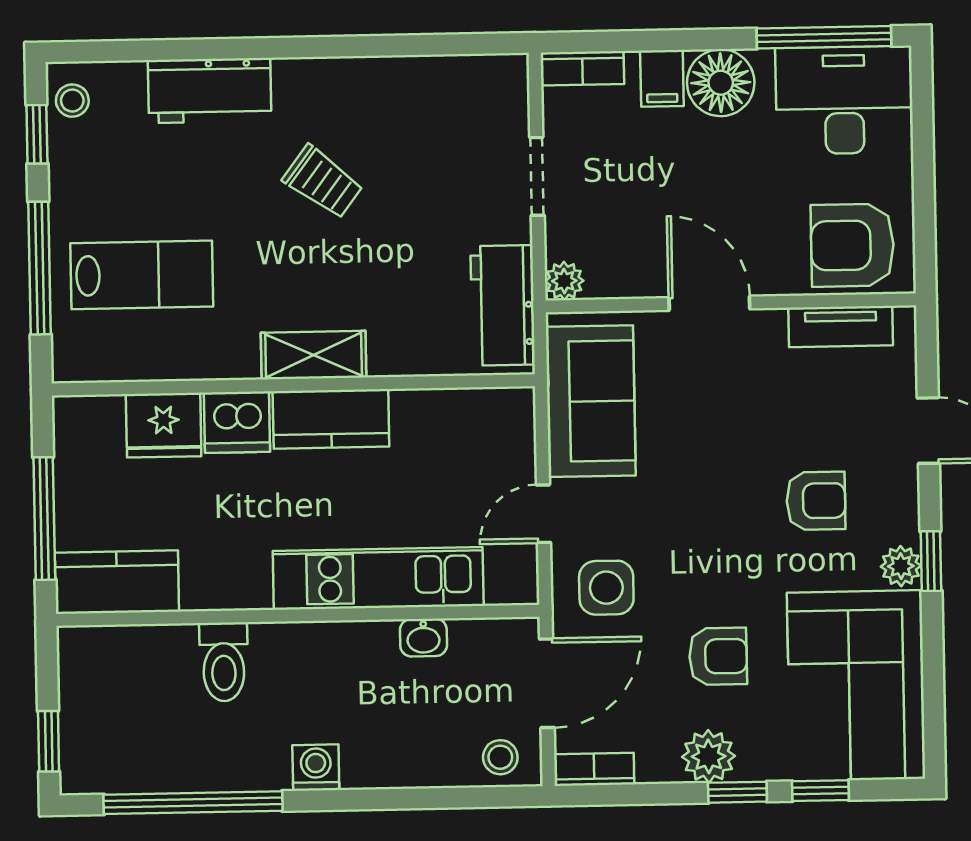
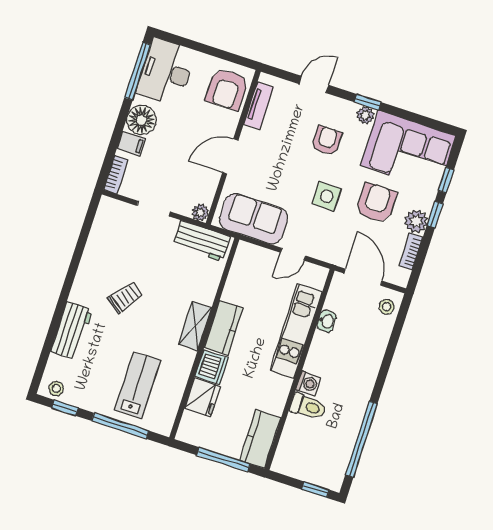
door: (544, 514) -> (293, 254), hinge flipped
side table: (606, 588) -> (327, 196), moved
armchair: (718, 656) -> (376, 203), width x1.38, depth x1.38
washing machine: (316, 768) -> (308, 383), moved, turned 180
bookcase: (594, 769) -> (411, 252), moved

